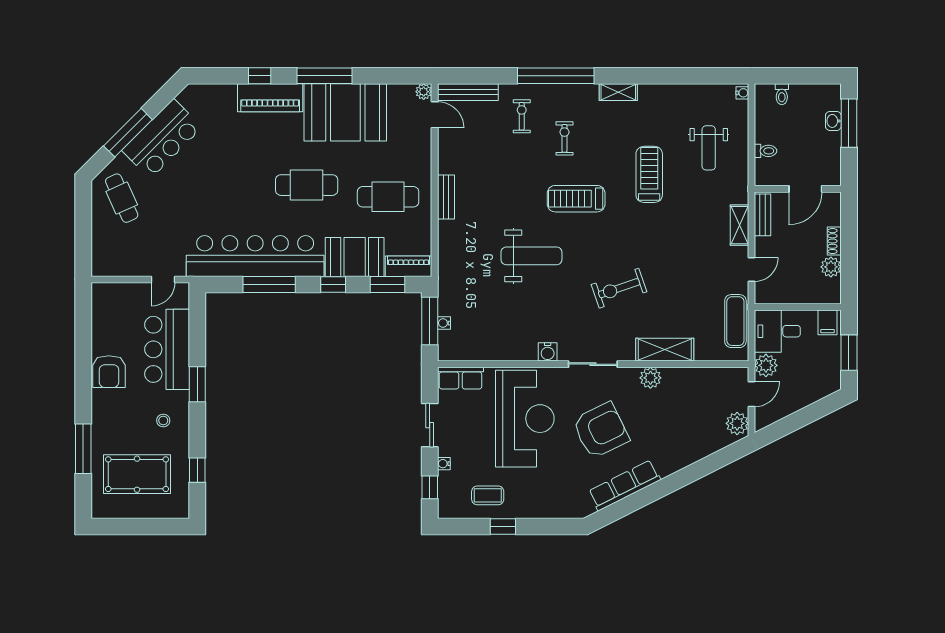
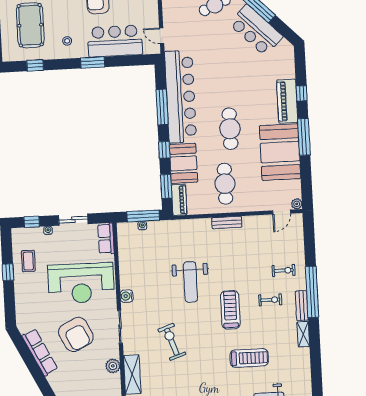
bench: (468, 92) -> (302, 306), moved, width x0.73

